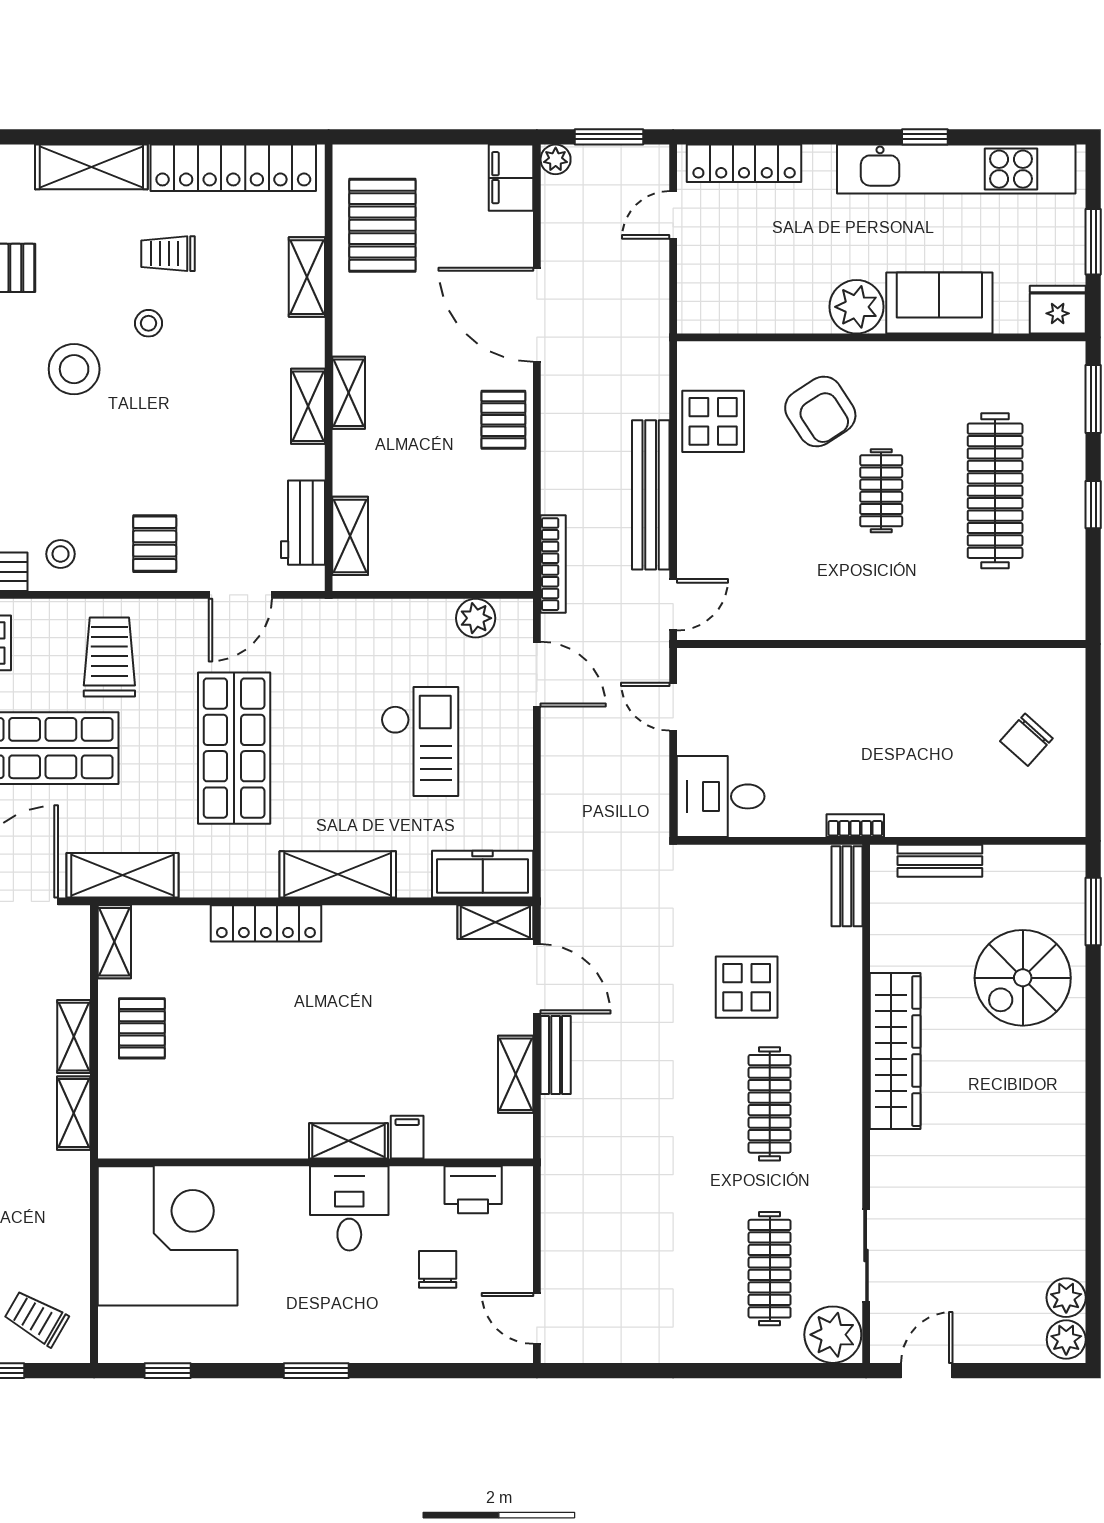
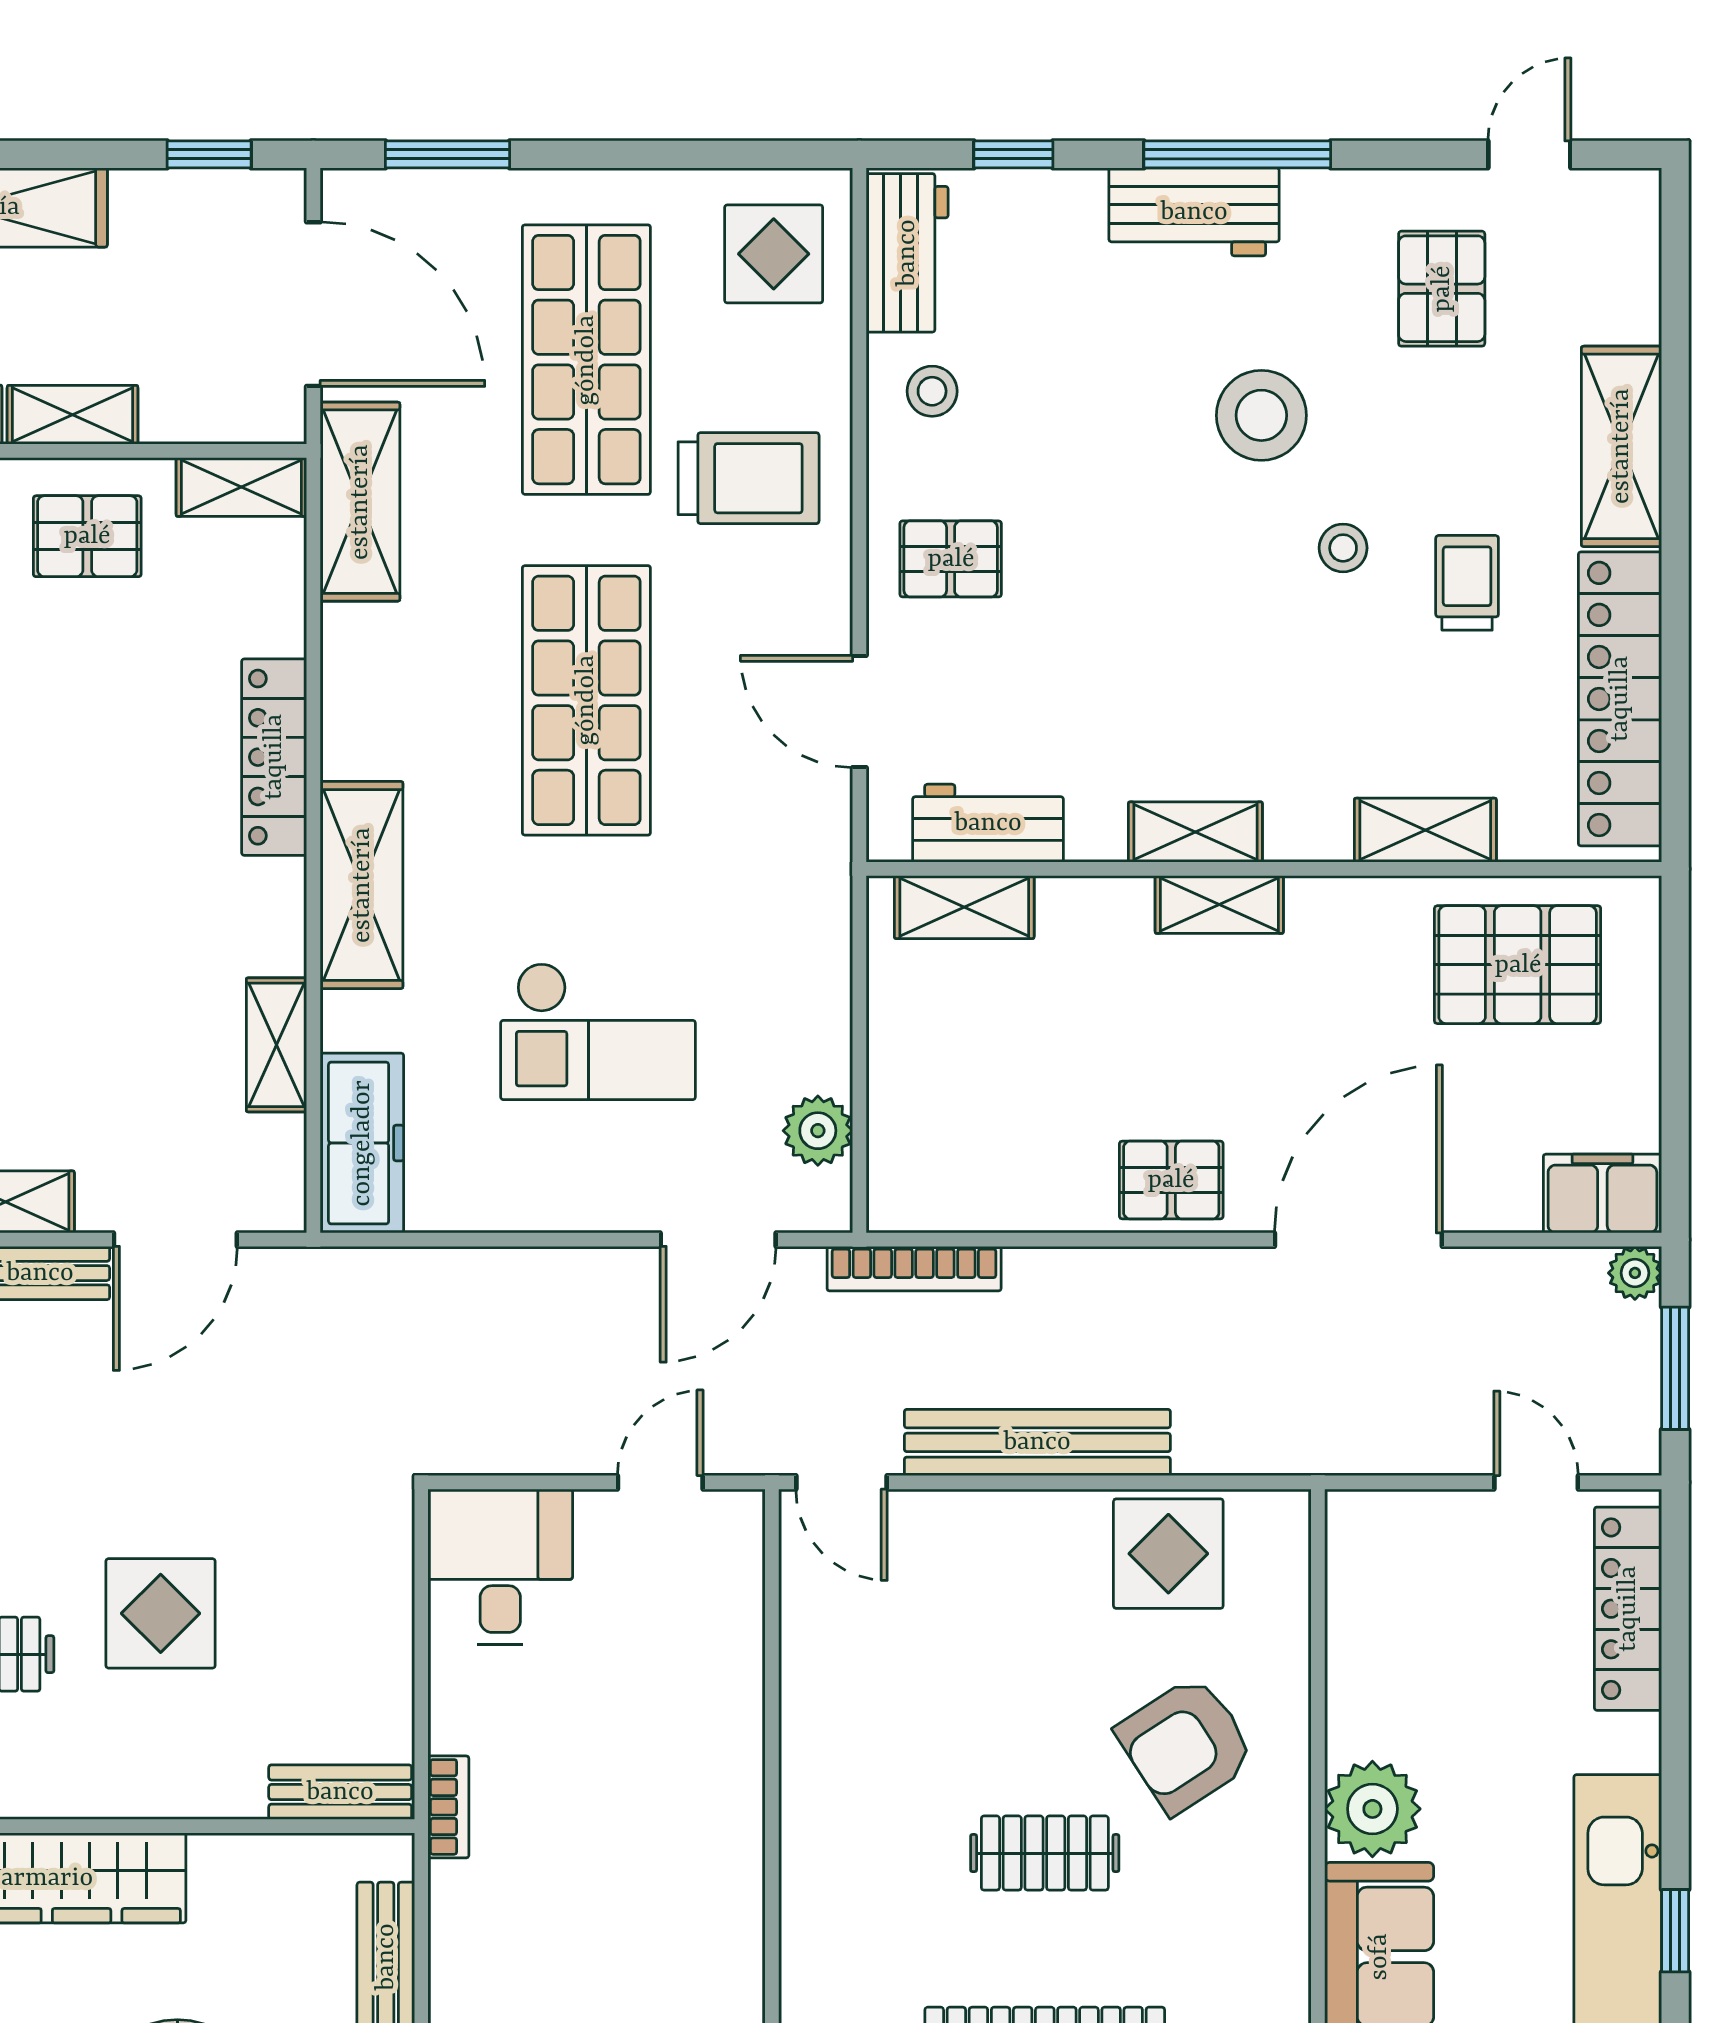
shop shelf: (234, 748) -> (586, 700), turned 90
shelving: (495, 922) -> (276, 1045), moved

